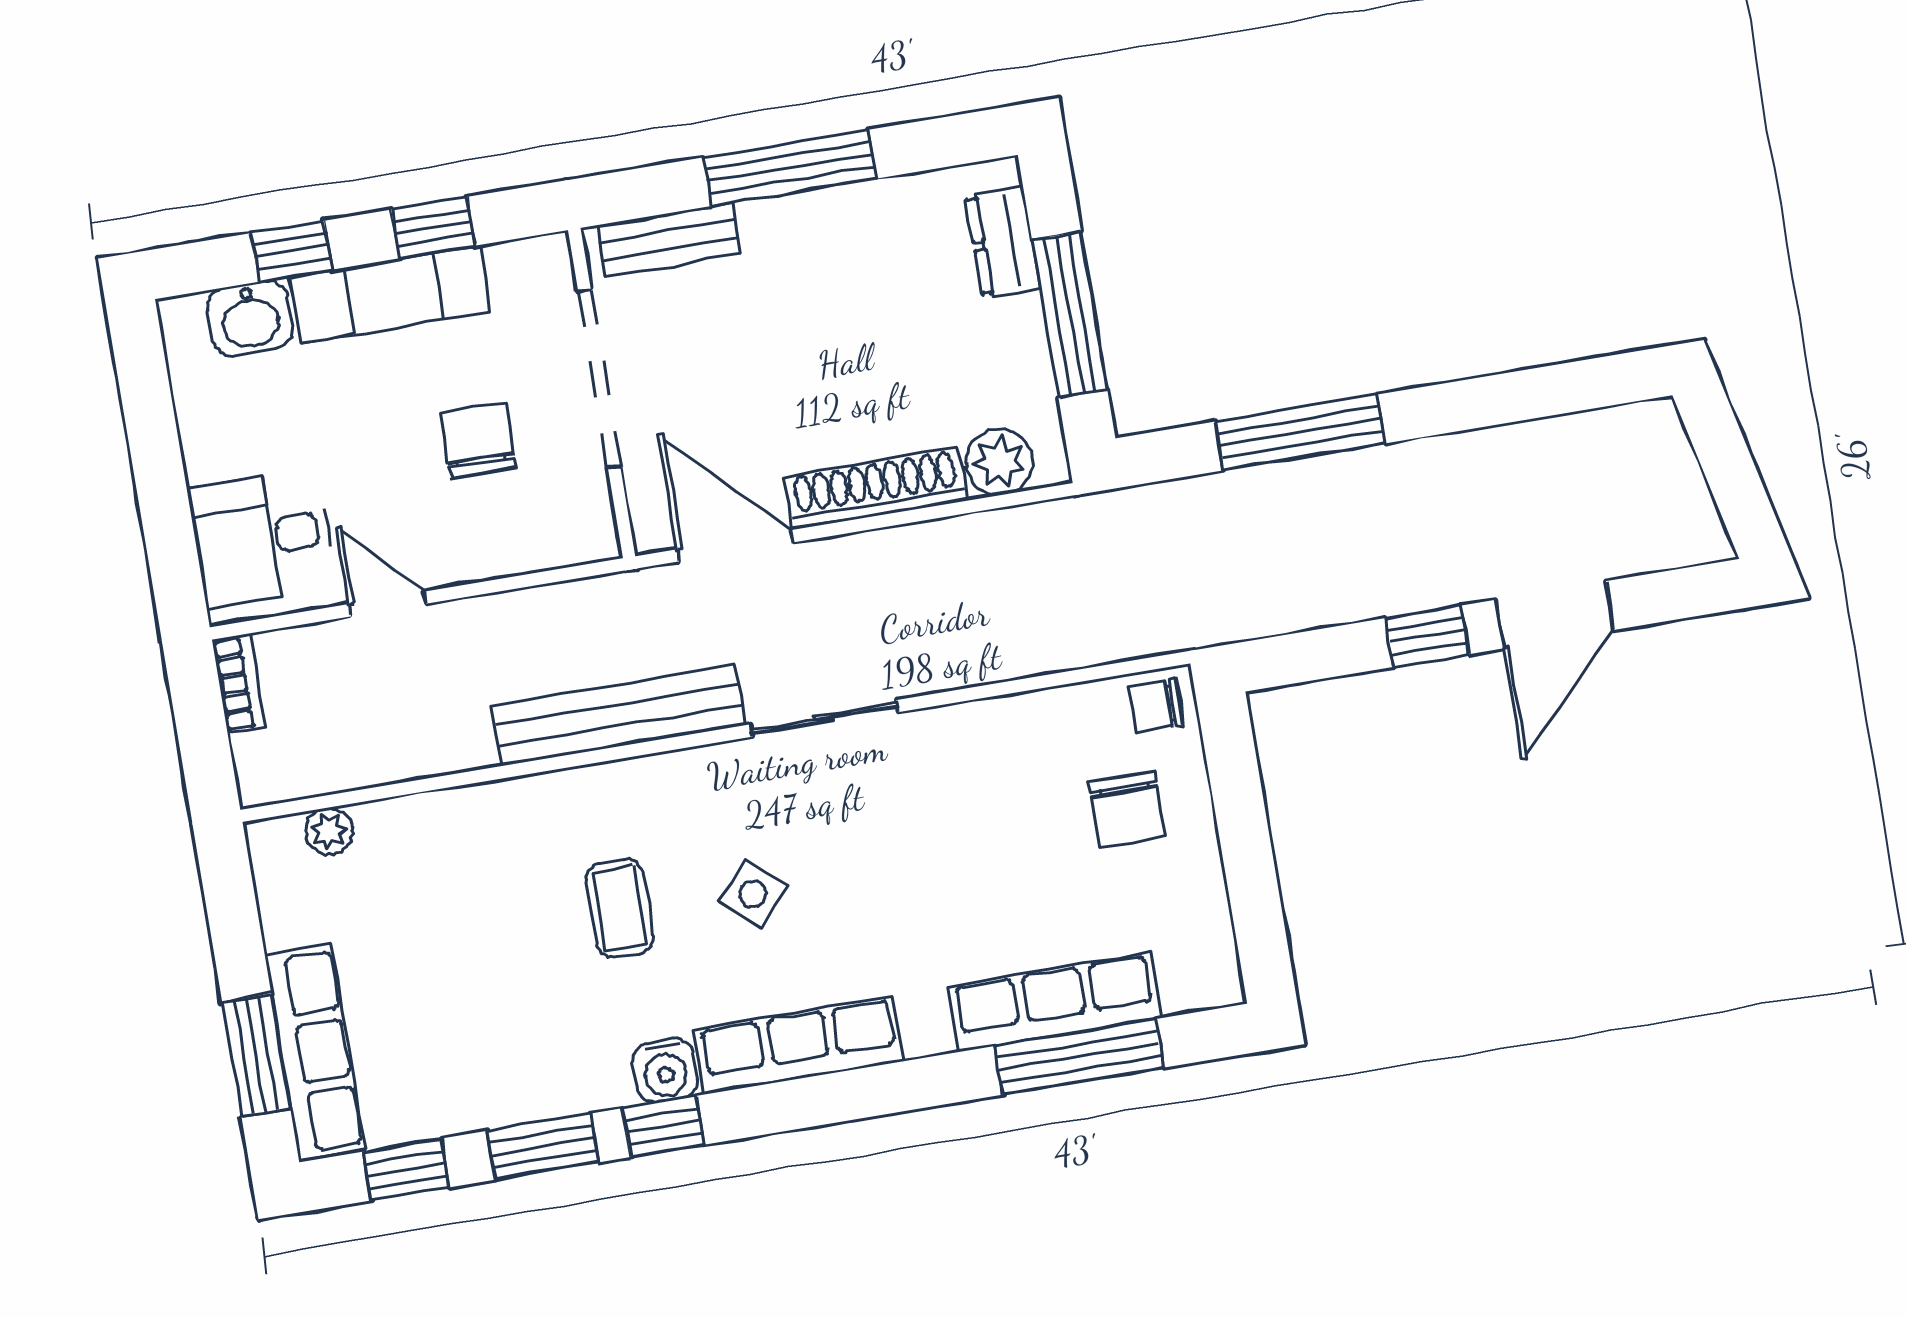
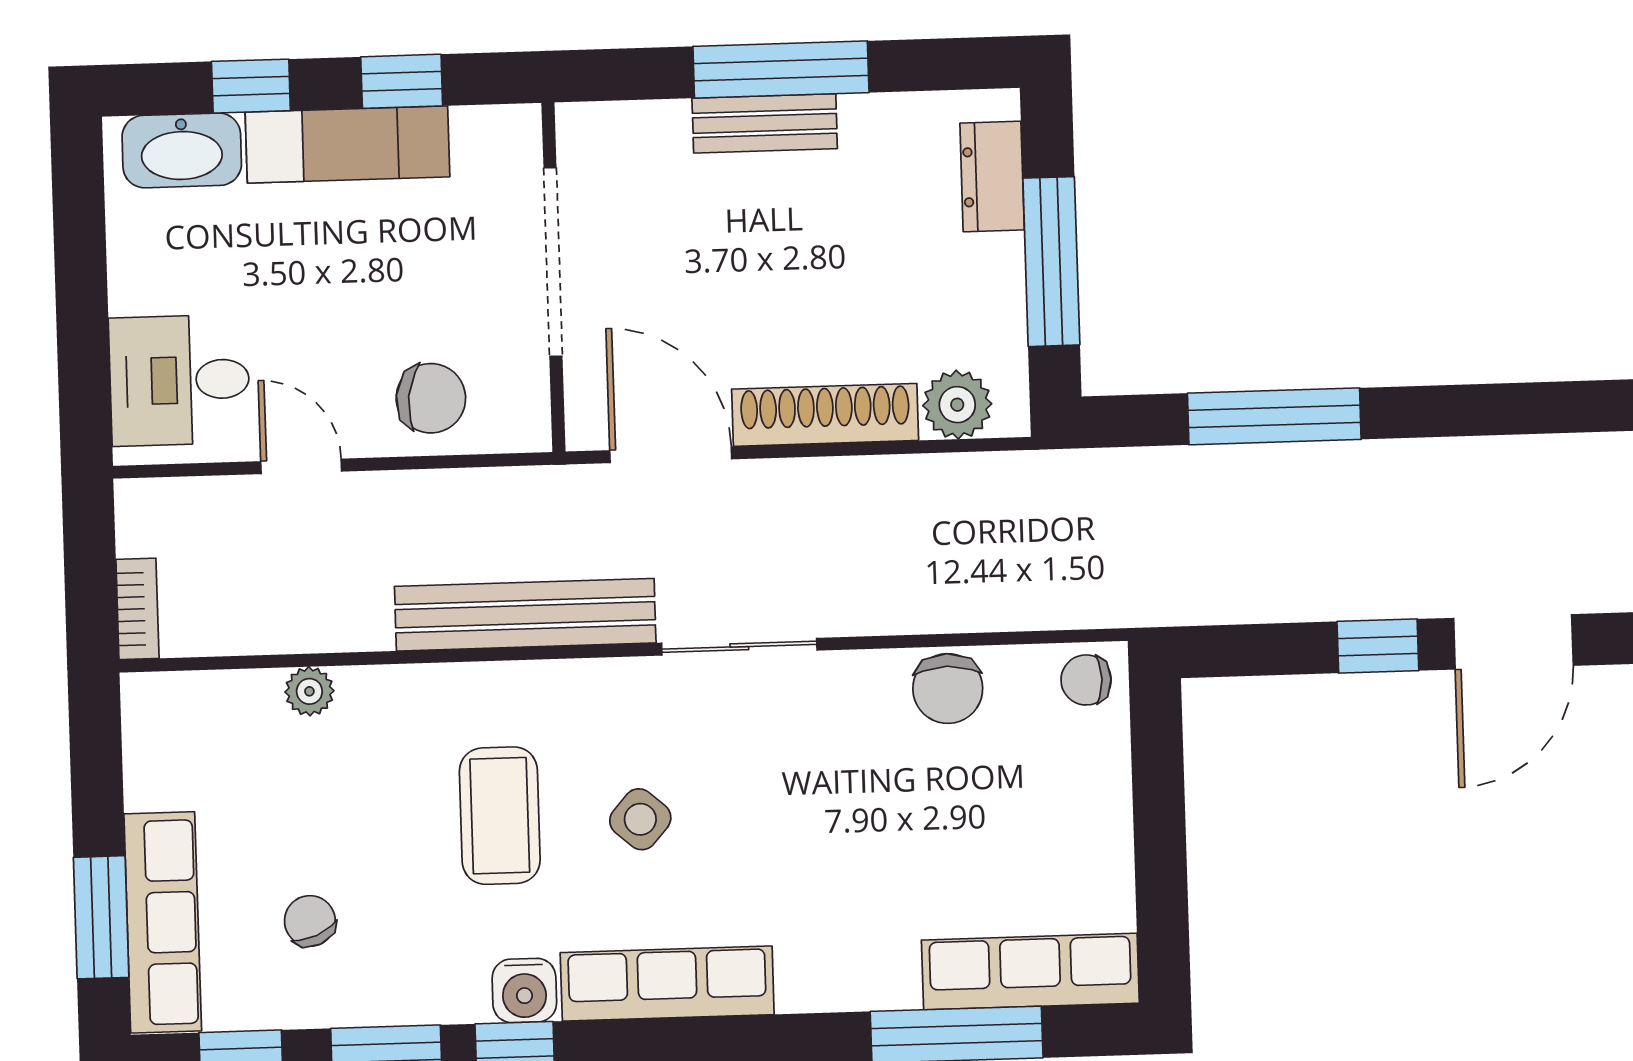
bench: (669, 240) -> (765, 123), moved
washbasin: (250, 318) -> (182, 150), width x1.38
chair: (478, 441) -> (431, 398), moved, turned 97
bookcase: (239, 684) -> (137, 609), moved
chair: (1127, 809) -> (948, 689), moved
plant: (329, 831) -> (309, 691), moved
coffee table: (620, 908) -> (500, 816), width x1.36, depth x1.30
row of seats: (1055, 1002) -> (1030, 972), moved
chair: (454, 1032) -> (310, 921), added

